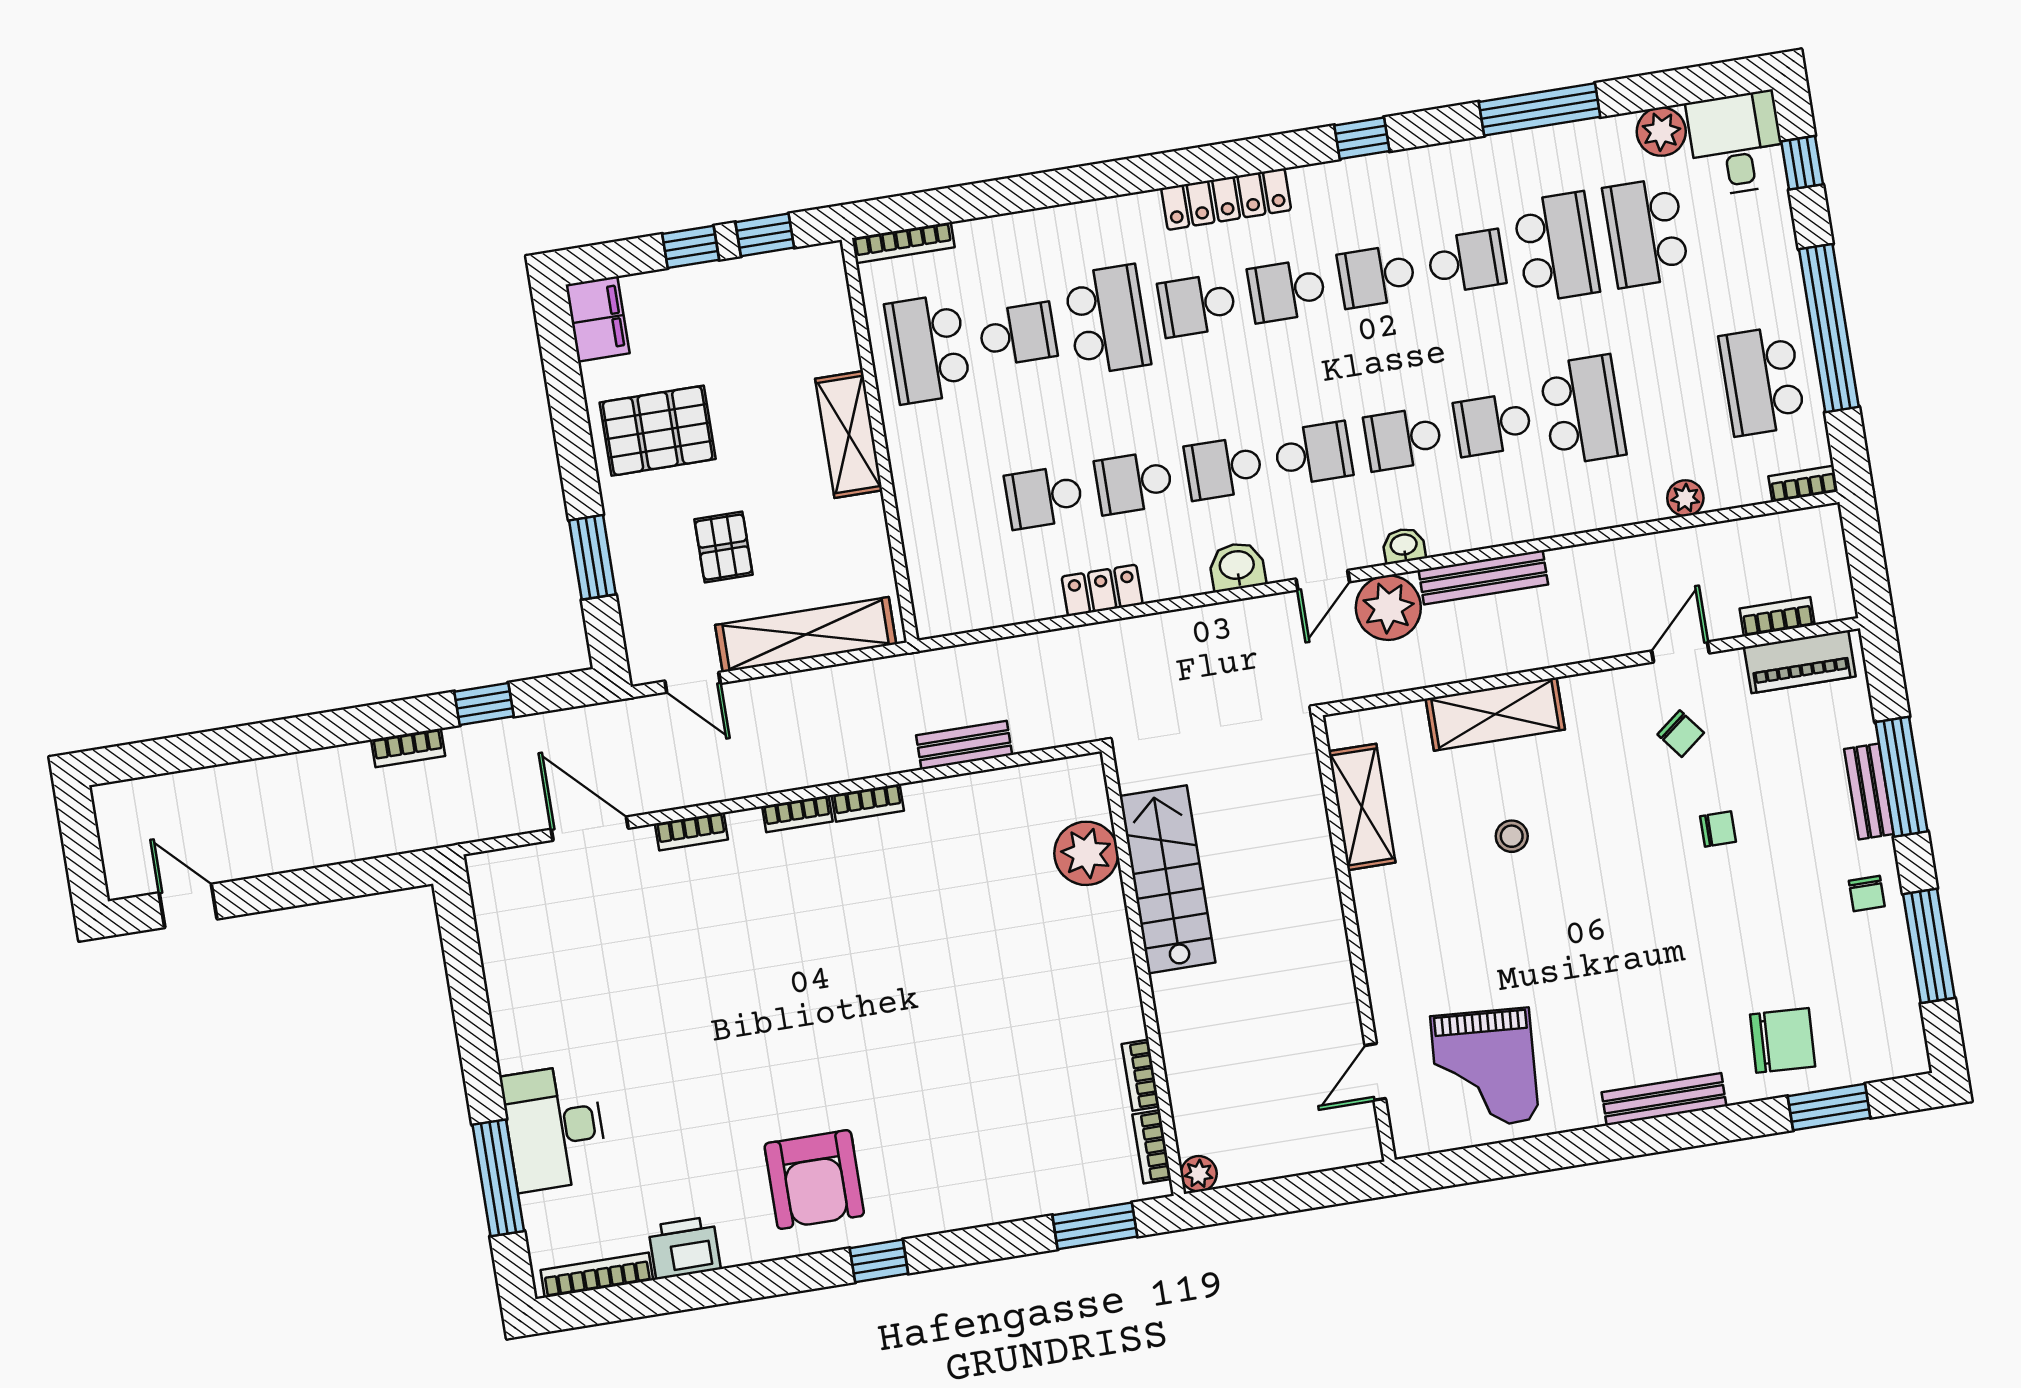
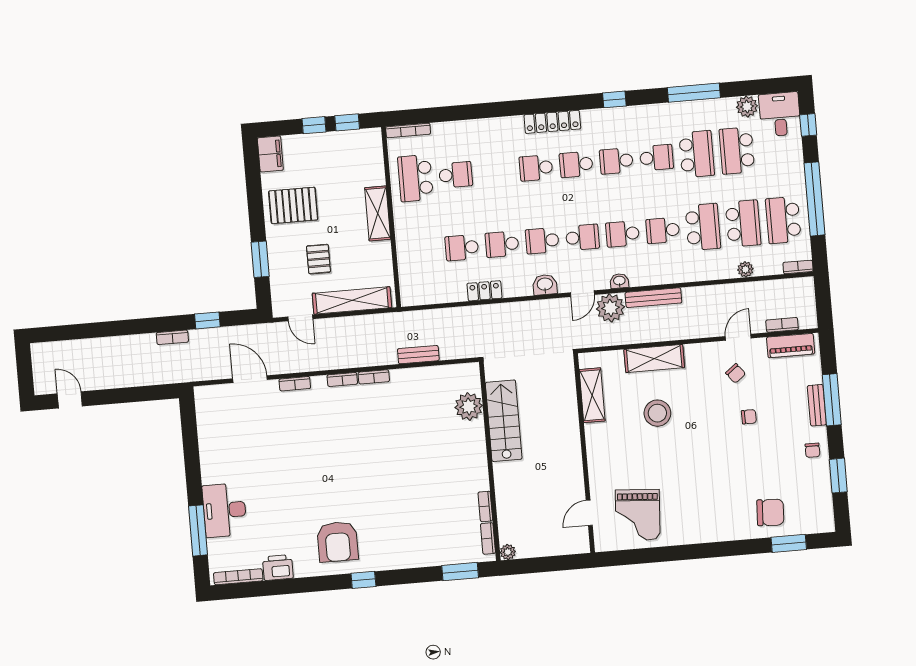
school desk: (1107, 320) -> (743, 224), moved
stool: (1512, 836) -> (657, 413), width x1.89, depth x1.89
window: (1929, 946) -> (838, 476), width x0.69
bench: (1664, 1099) -> (716, 534), removed

